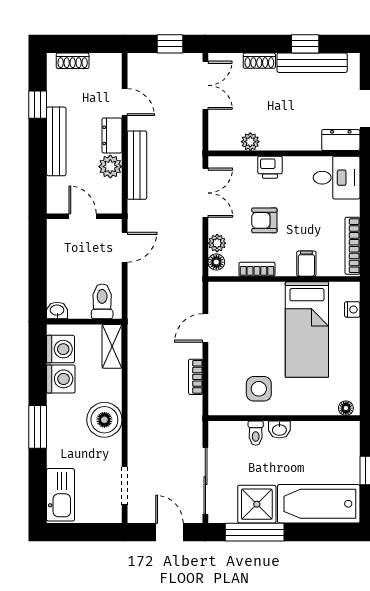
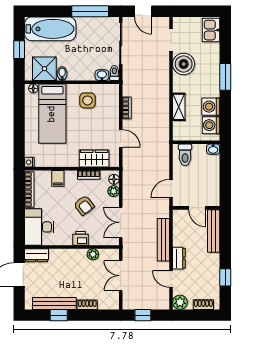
double door: (205, 85) -> (121, 276), moved
bench: (56, 141) -> (214, 231), moved
plant: (110, 167) -> (180, 302), moved
desk: (337, 178) -> (39, 227), width x1.37
armchair: (264, 220) -> (84, 205), turned 53
wardrobe: (248, 296) -> (94, 159), added
nightstand: (352, 309) -> (29, 162), moved
door: (205, 328) -> (121, 138), hinge flipped
bed: (307, 330) -> (52, 114), moved, turned 180
shelving: (112, 346) -> (179, 107), moved
boiler: (104, 420) -> (184, 64), moved
washbasin: (279, 430) -> (102, 75), moved
bidet: (300, 432) -> (62, 74), added
toilet: (256, 433) -> (114, 73), moved
kitchen sink: (60, 495) -> (211, 30), width x0.73
shower: (257, 504) -> (44, 69), moved

